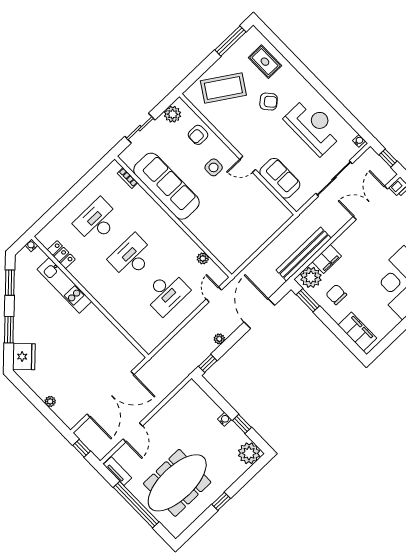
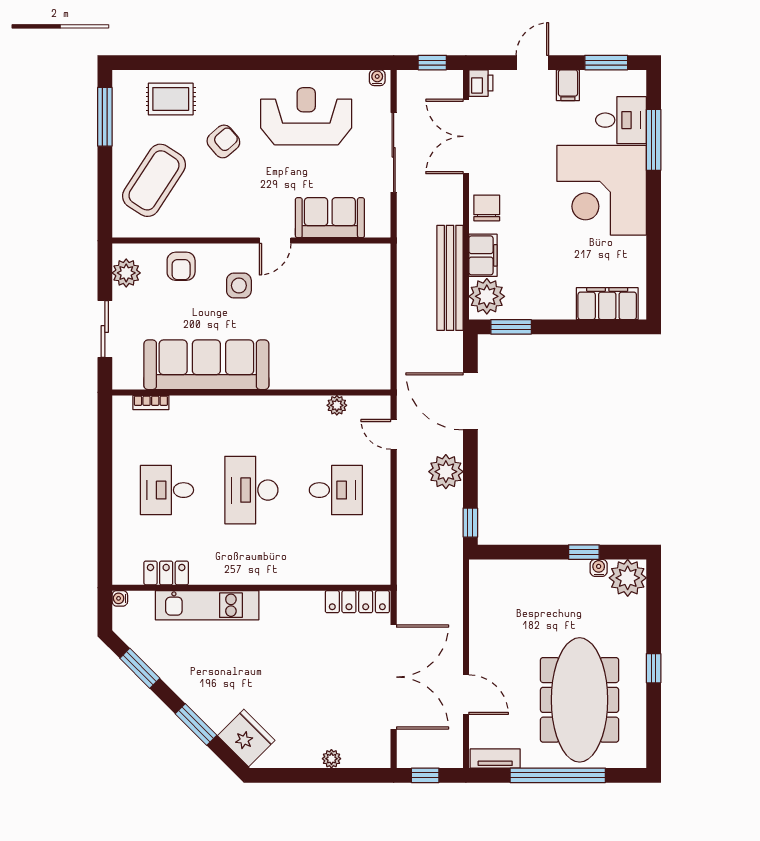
desk: (97, 221) -> (167, 490), width x0.73
desk: (166, 293) -> (336, 490), width x0.73
chair: (336, 295) -> (487, 208), moved, turned 90
plant: (219, 339) -> (446, 472), width x1.88, depth x1.88
locker: (128, 348) -> (357, 602), added
water cooler: (225, 419) -> (599, 568), moved

